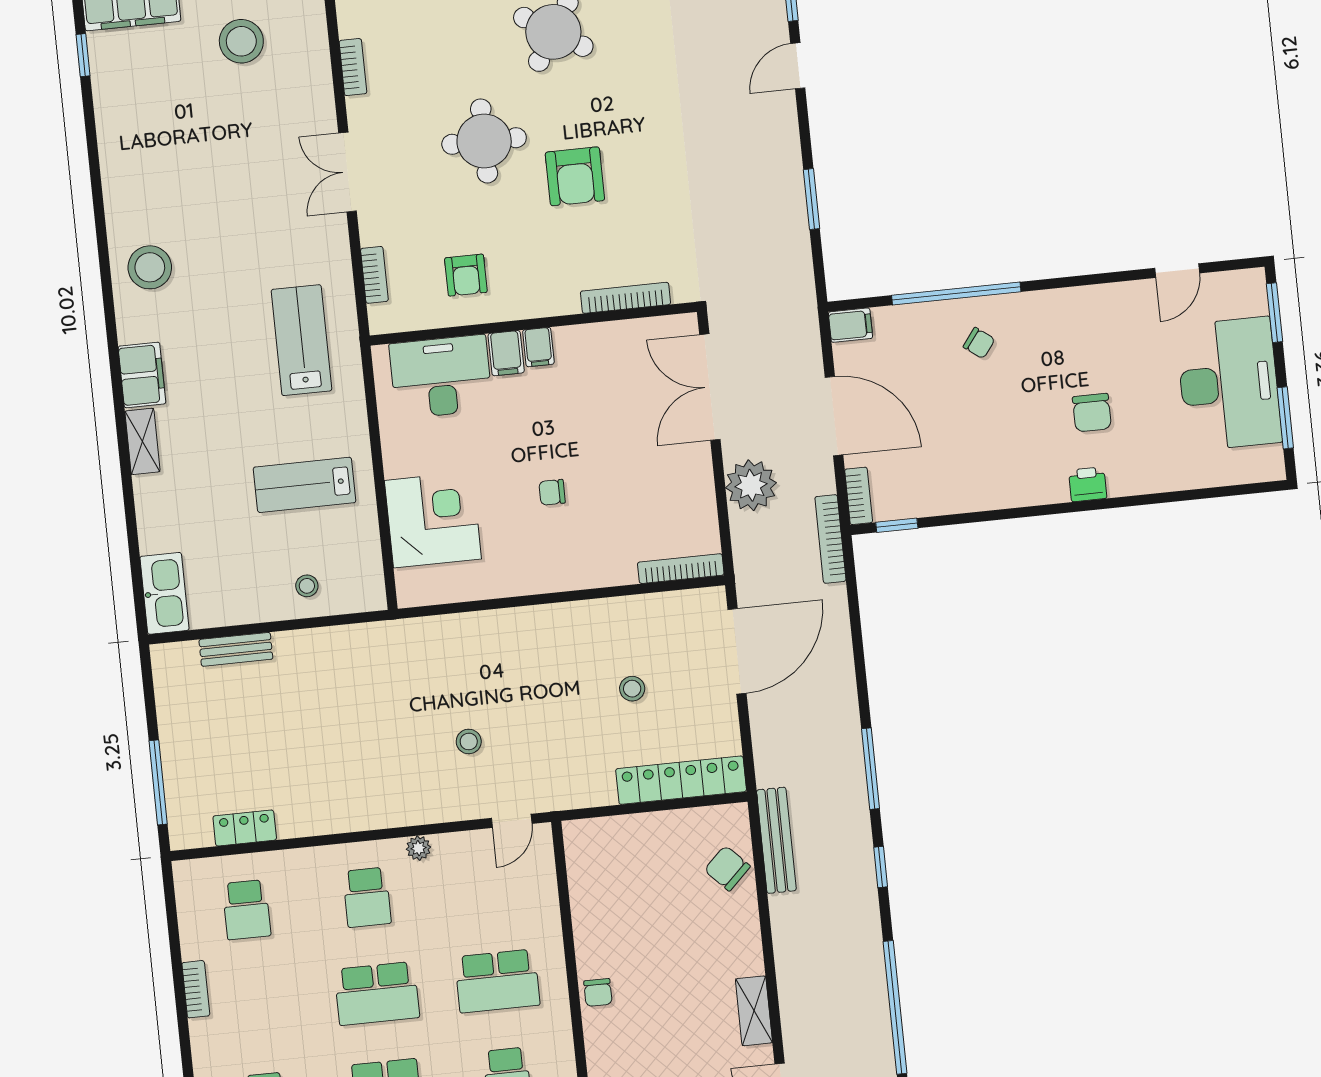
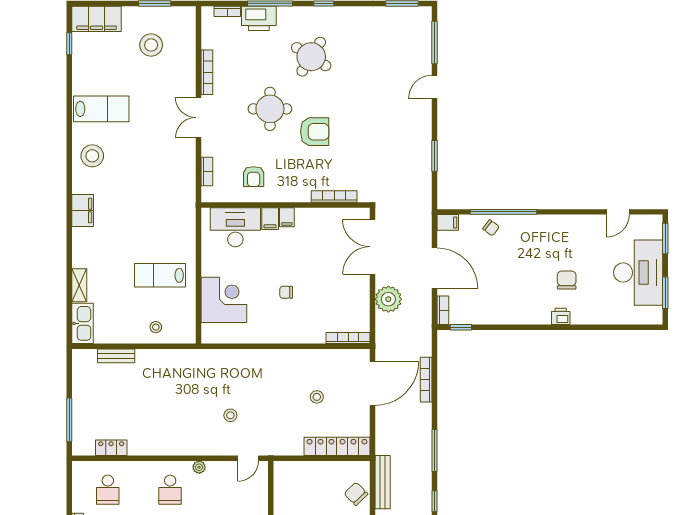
bookcase: (353, 67) -> (207, 72), width x1.56
armchair: (575, 176) -> (315, 132), turned -90
lab bench: (301, 340) -> (101, 109), moved, turned 90
chair: (979, 343) -> (491, 228), moved
chair: (1092, 413) -> (567, 280), turned 180
shelving: (142, 441) -> (79, 285), moved
bookcase: (830, 539) -> (426, 380), moved

